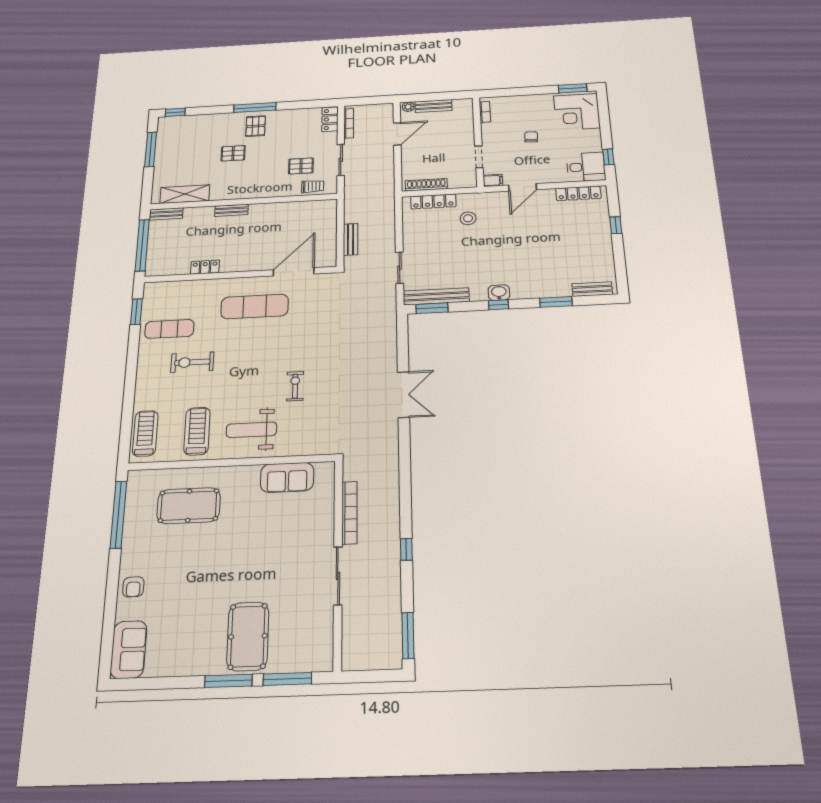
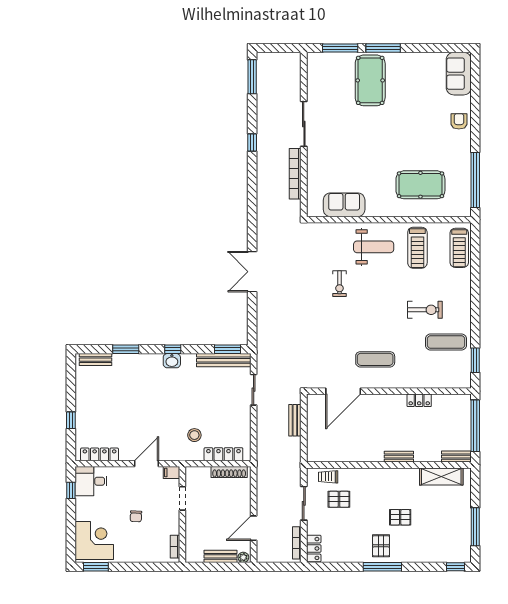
exercise mat: (255, 306) -> (375, 359), width x0.73, depth x0.69

